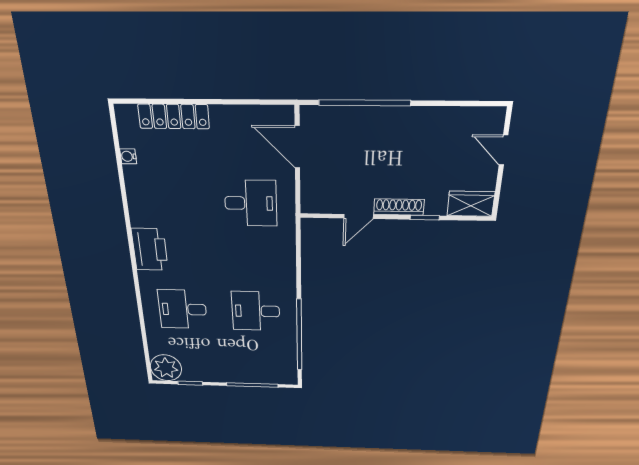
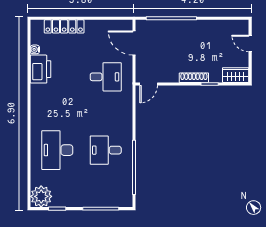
door: (359, 216) -> (149, 84), moved
printer: (150, 249) -> (41, 69), moved
desk: (183, 309) -> (57, 150), width x1.37

